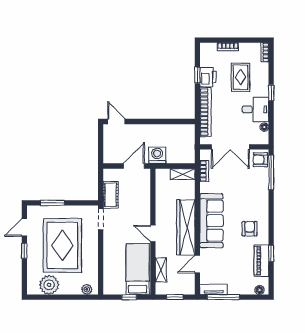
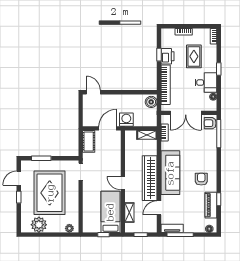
boiler: (188, 133) -> (151, 102), added
cot: (111, 195) -> (89, 141), moved

